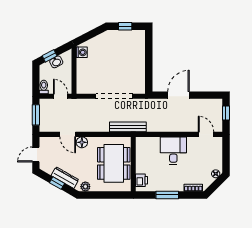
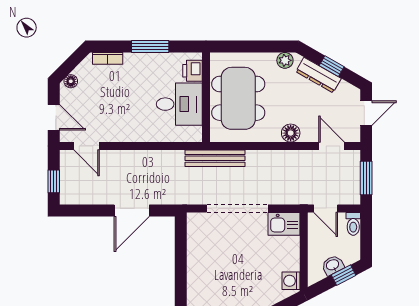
kitchen sink: (86, 87) -> (284, 224), added
door: (68, 134) -> (332, 146), moved
desk: (173, 151) -> (179, 104), moved, turned -90
door: (226, 152) -> (54, 117), added

